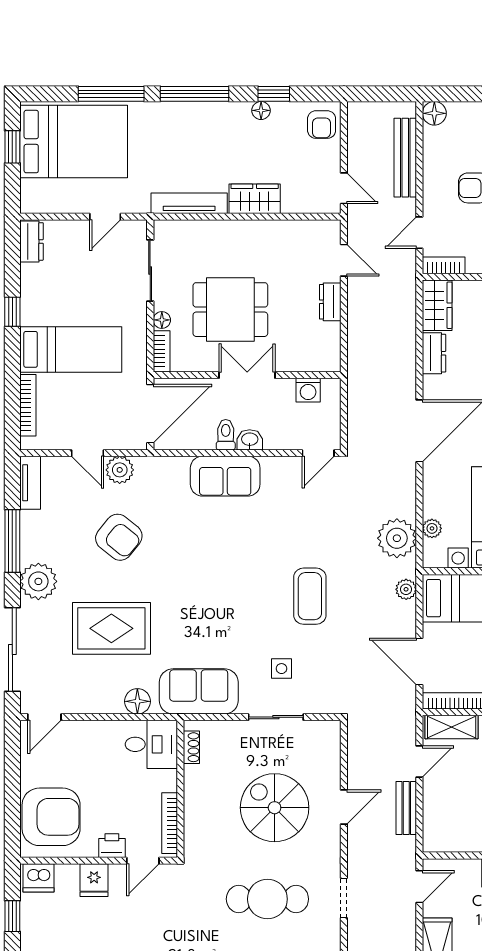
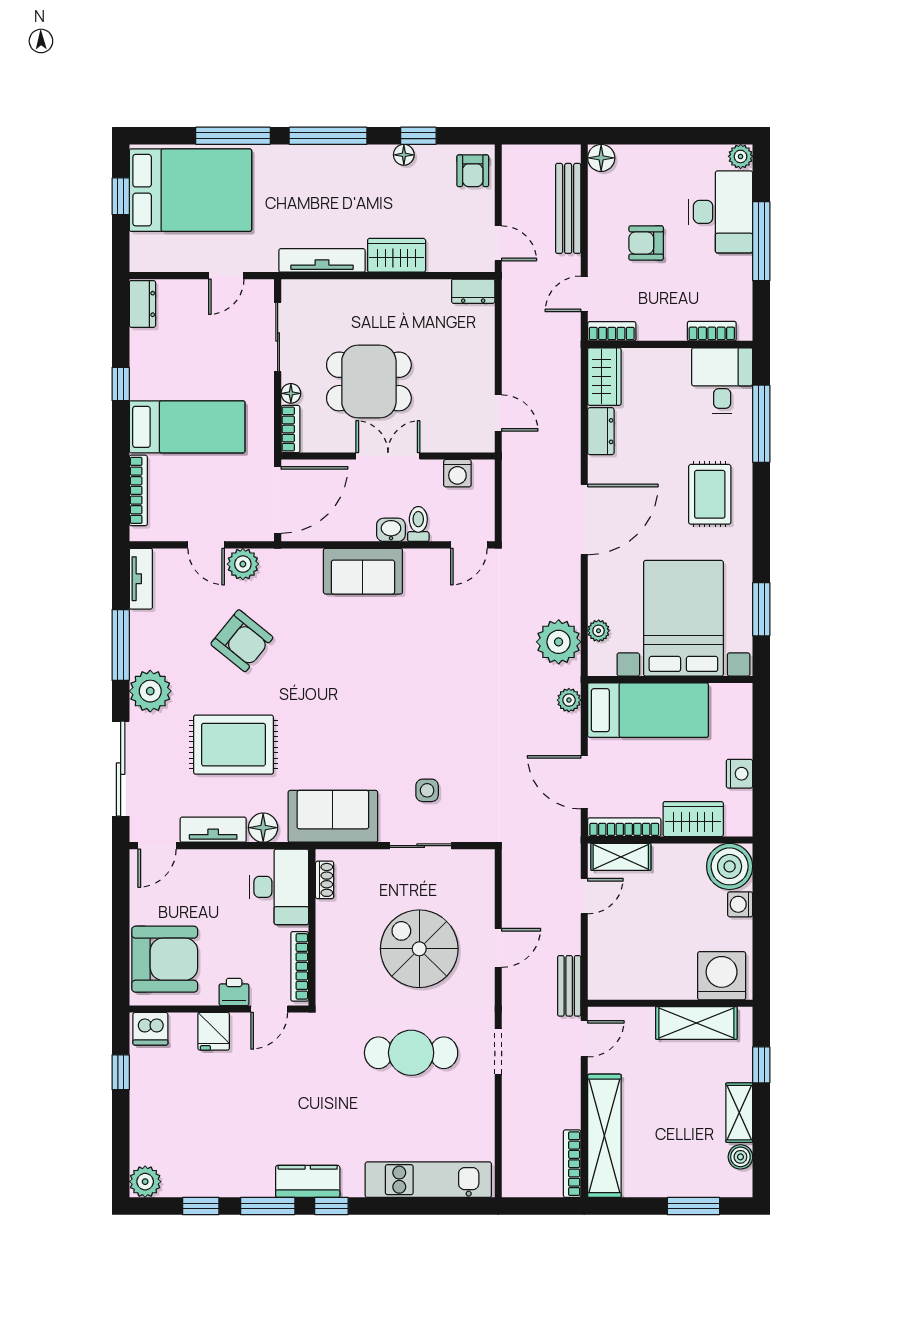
door: (344, 260) -> (498, 413), moved
dresser: (330, 302) -> (473, 291), moved, turned -90
toilet: (226, 435) -> (418, 524), moved
coffee table: (310, 596) -> (459, 708), removed
tv unit: (94, 703) -> (213, 830), added
desk: (151, 744) -> (279, 887), width x1.37
bench: (406, 808) -> (569, 986), moved

